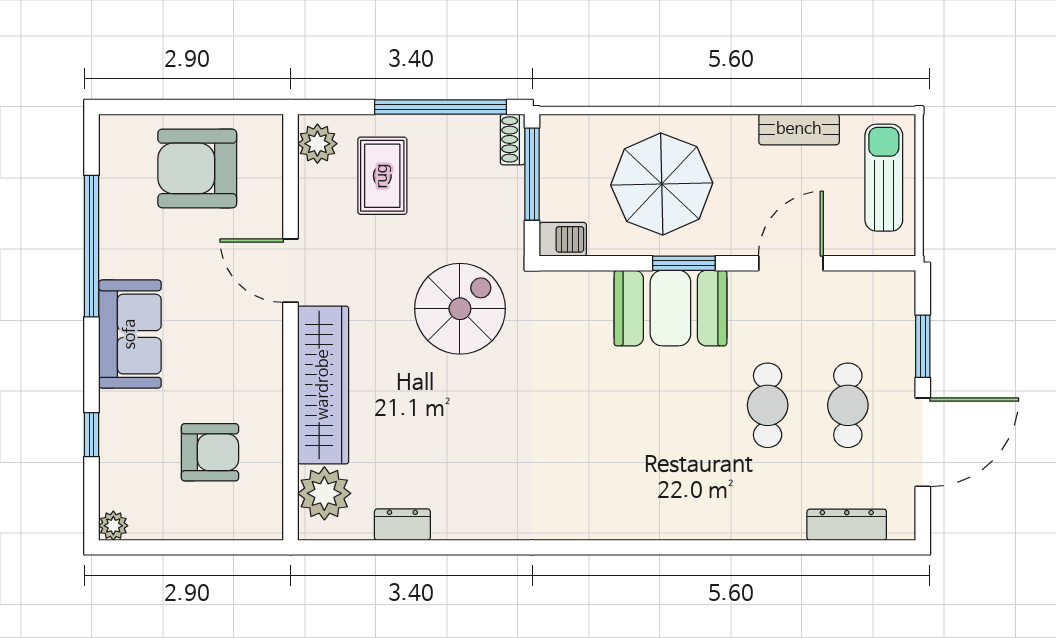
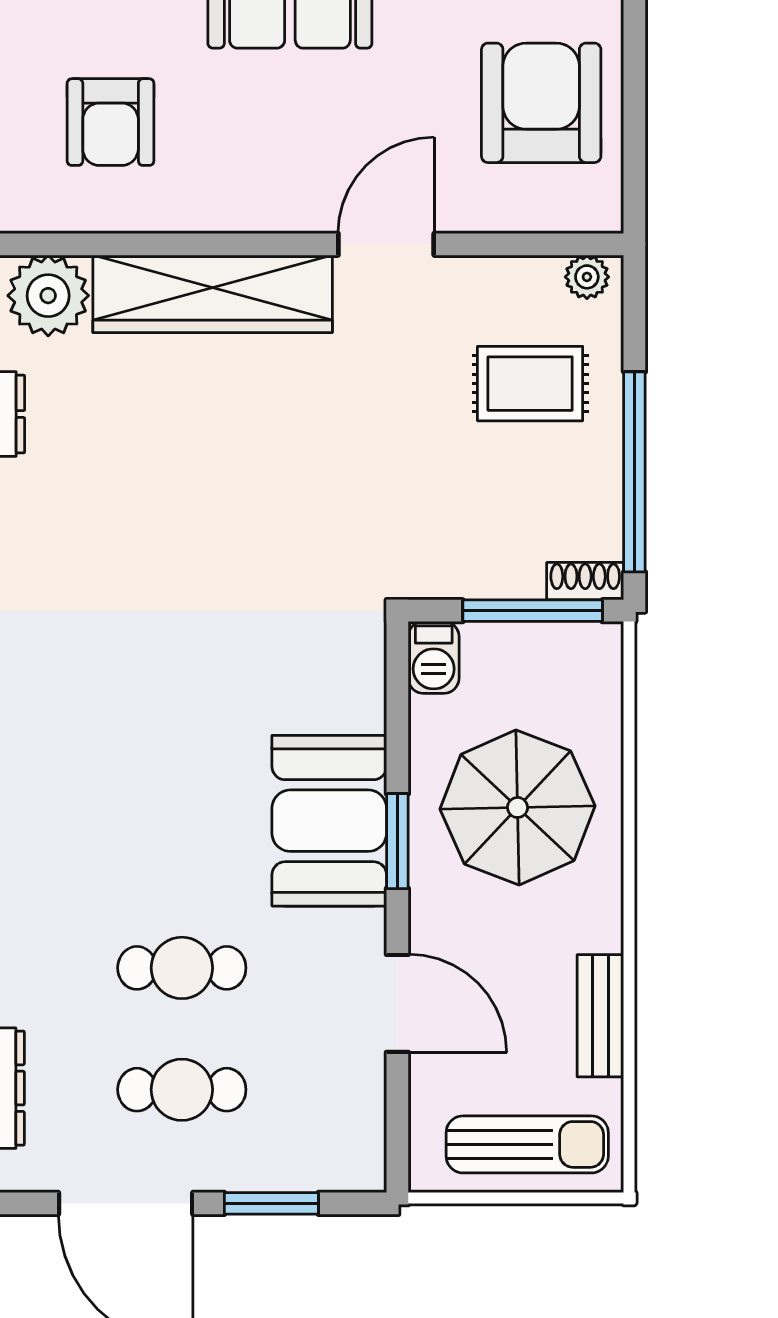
plant: (317, 144) -> (587, 277), width x0.73, depth x0.73
spiral stairs: (460, 309) -> (328, 501), removed

